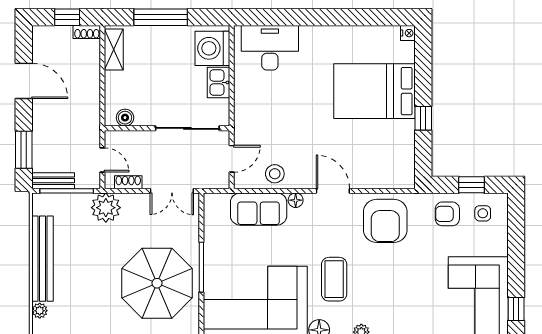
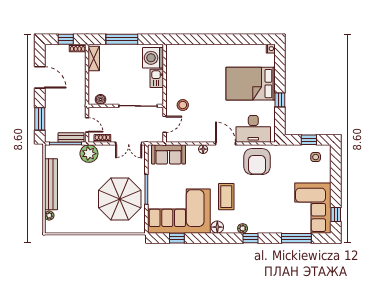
desk: (270, 48) -> (253, 129), moved, turned 180
stool: (275, 174) -> (183, 105), moved
bench: (53, 181) -> (71, 137), moved
sofa: (259, 209) -> (168, 154), moved
armchair: (447, 214) -> (294, 157), removed

